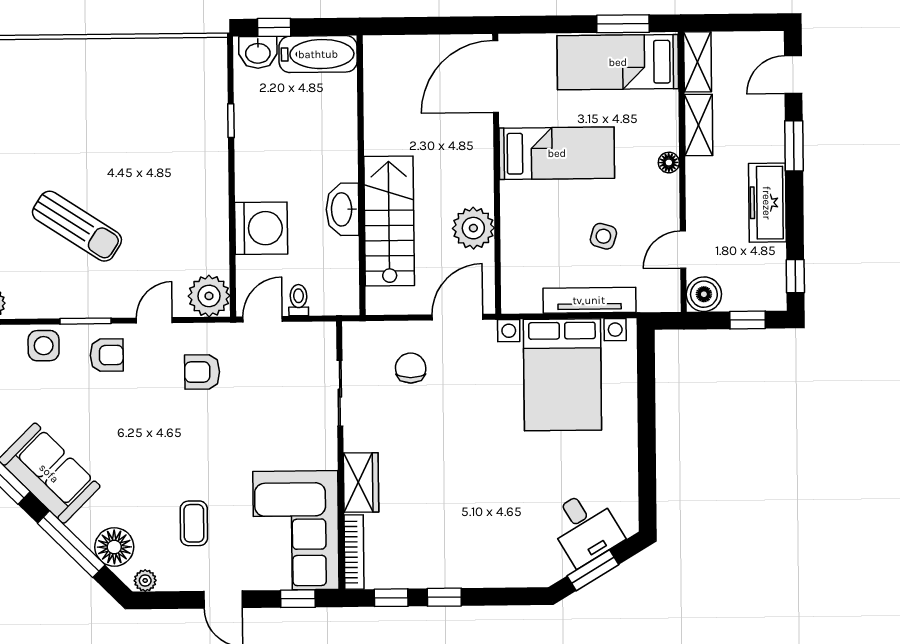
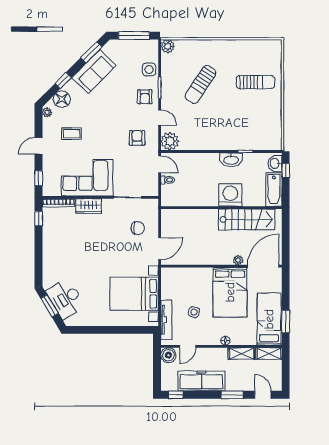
door: (496, 77) -> (263, 266), hinge flipped
sun lounger: (70, 99) -> (255, 82), added
bed: (557, 153) -> (230, 292), width x1.50
freezer: (767, 203) -> (201, 381), width x1.36, depth x1.26
washbasin: (343, 209) -> (231, 160), moved, turned 180
stairs: (389, 221) -> (247, 219), moved
washing machine: (261, 228) -> (230, 195), moved, turned 180
plant: (473, 228) -> (238, 260), moved, width x0.53, depth x0.53
door: (683, 250) -> (188, 346), swing flipped
tv unit: (589, 300) -> (166, 320), moved
door: (458, 317) -> (160, 249), hinge flipped
window: (748, 320) -> (157, 374), removed
desk: (585, 528) -> (66, 299), width x1.37
corner sofa: (296, 530) -> (87, 178), moved
window: (71, 544) -> (63, 81), width x0.46
window: (444, 597) -> (39, 242), removed

